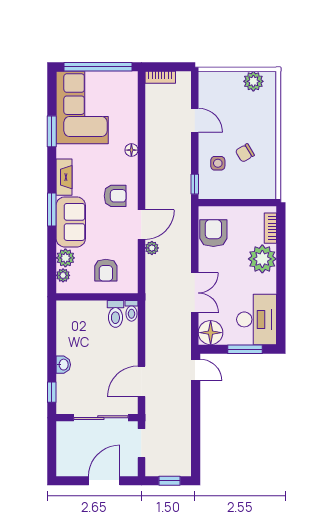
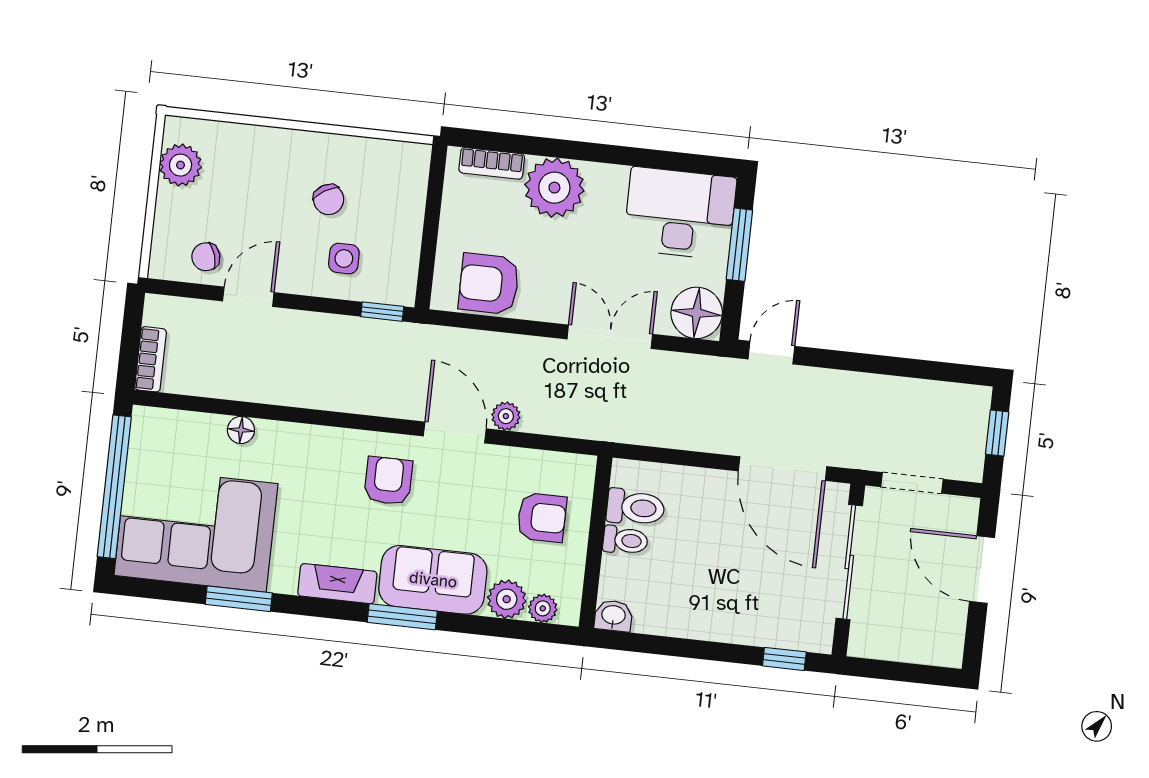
chair: (211, 98) -> (206, 257), added
floor lamp: (131, 150) -> (241, 430), moved
toilet: (132, 311) -> (625, 540), moved
washbasin: (63, 365) -> (613, 616), moved
door: (141, 381) -> (783, 469), width x1.36

